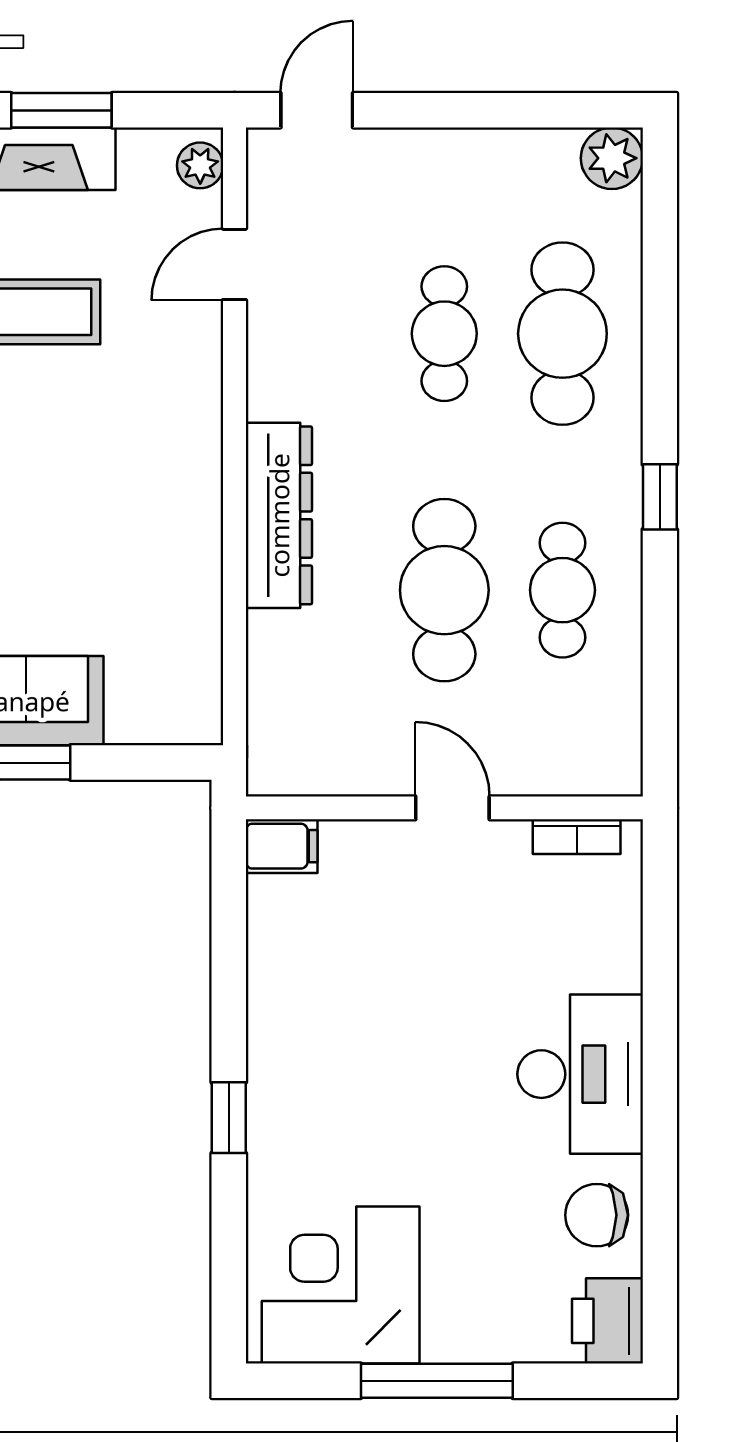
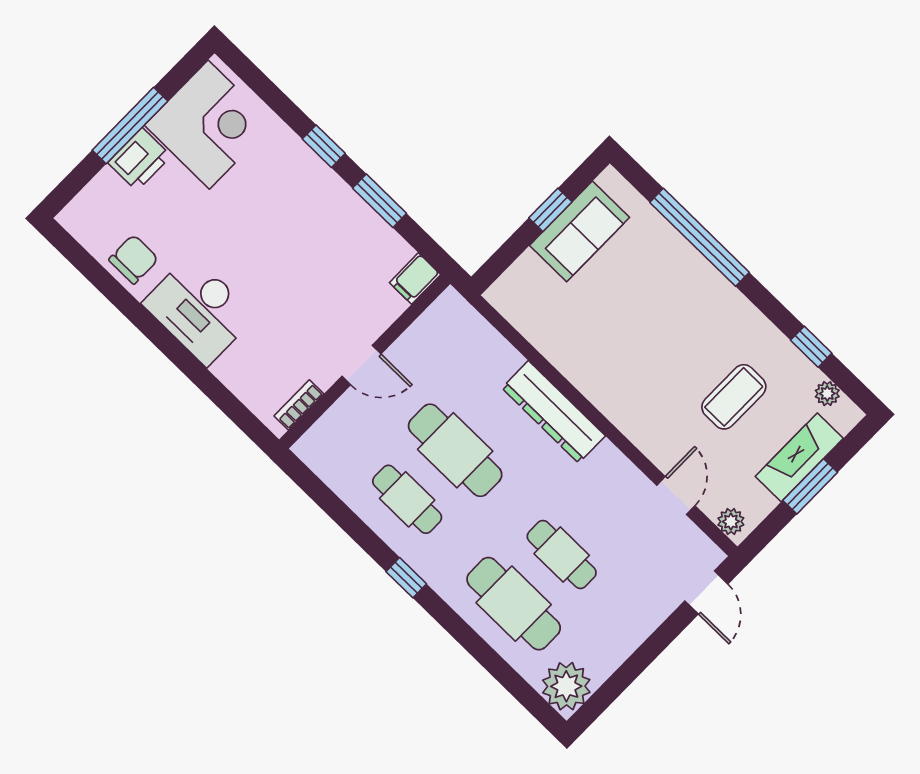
plant: (612, 158) -> (566, 686), width x1.36, depth x1.36
window: (229, 983) -> (380, 201), added
printer: (607, 1321) -> (139, 159), moved, turned 90

